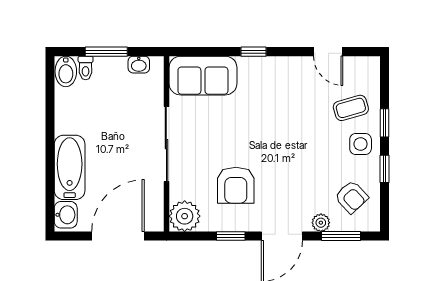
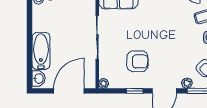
armchair: (236, 185) -> (137, 61), turned -90
plant: (185, 216) -> (104, 84), width x0.53, depth x0.53

